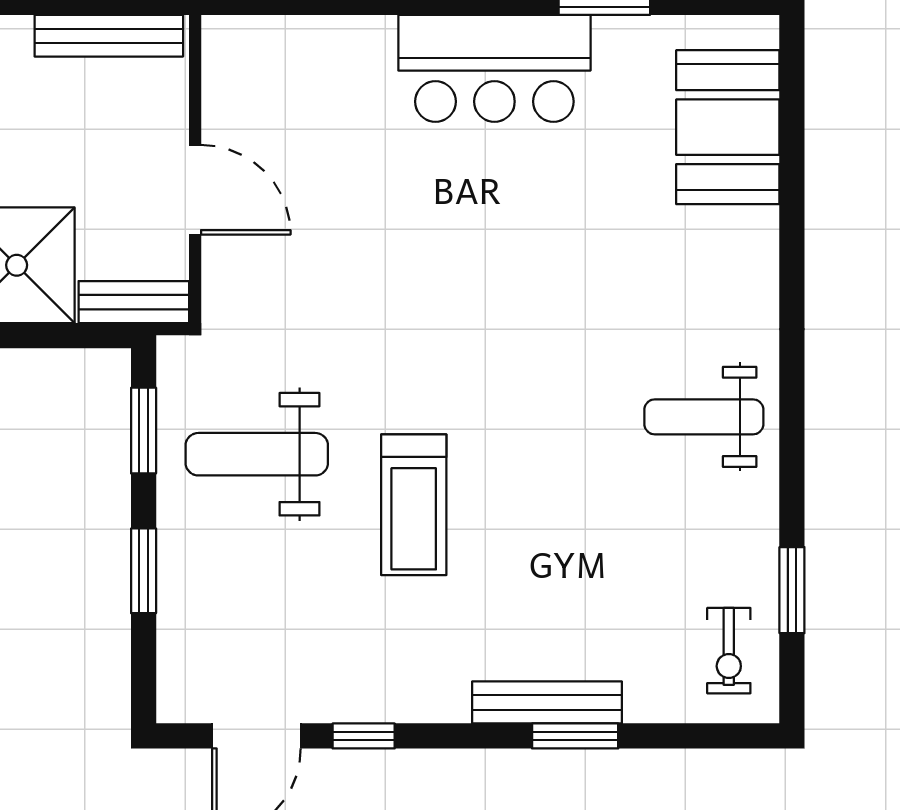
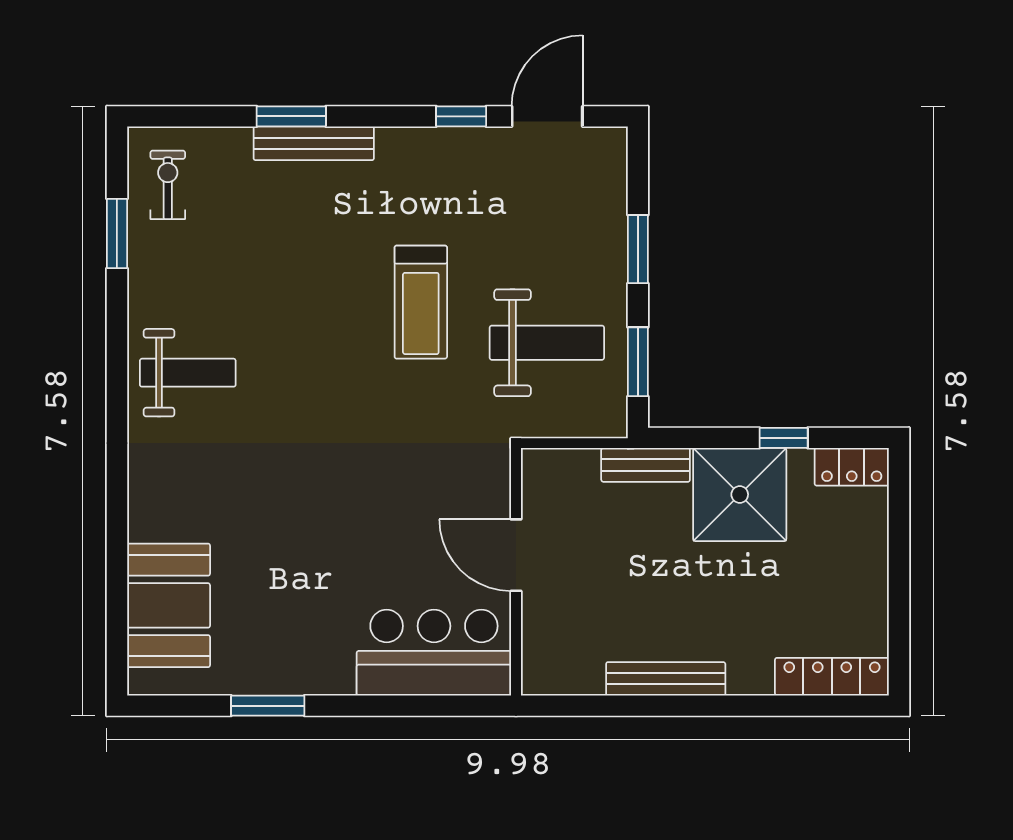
bar counter: (494, 68) -> (434, 653), moved
wall: (195, 169) -> (516, 572), moved
door: (195, 190) -> (516, 555), moved
treadmill: (414, 505) -> (421, 302), turned 180

